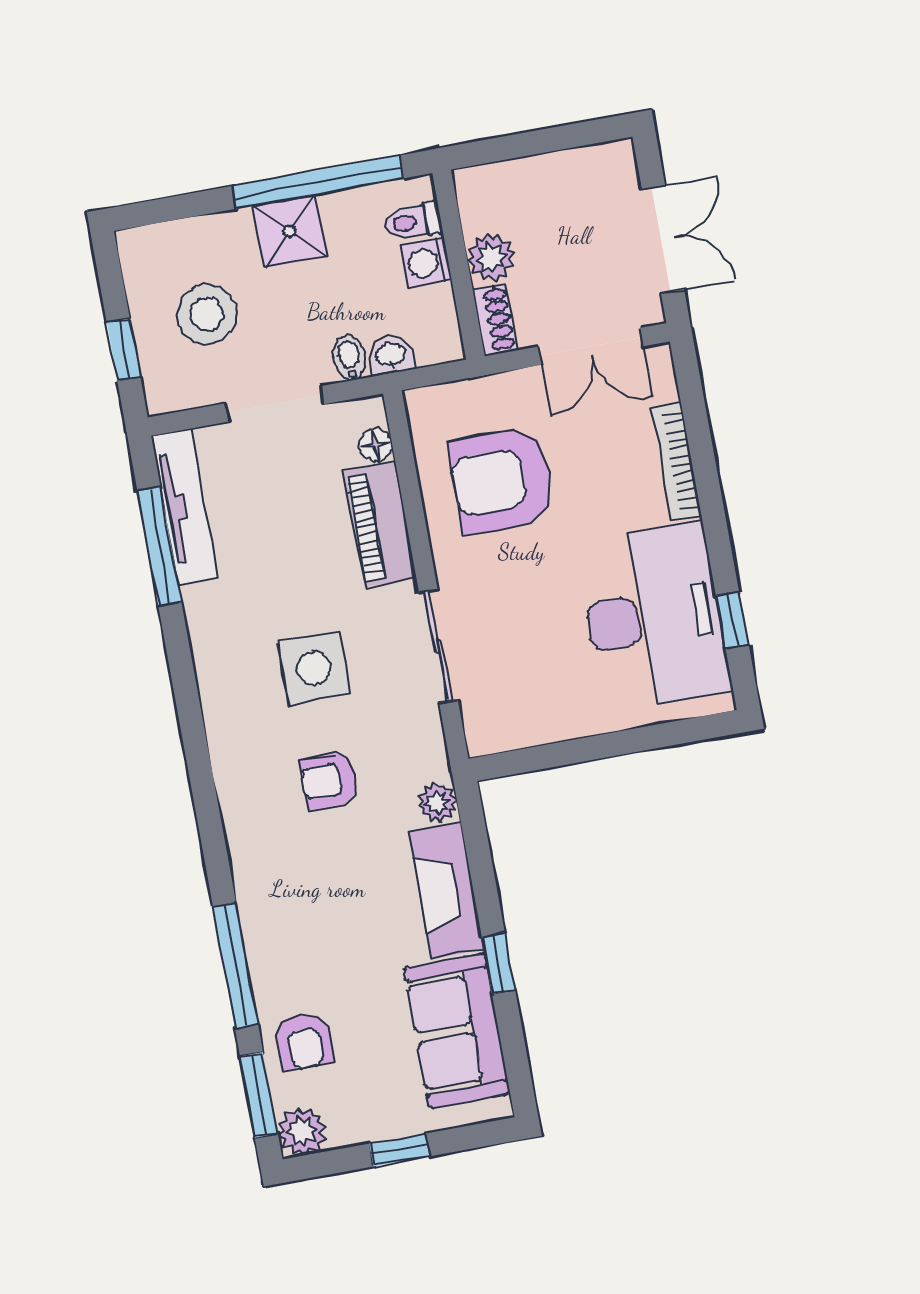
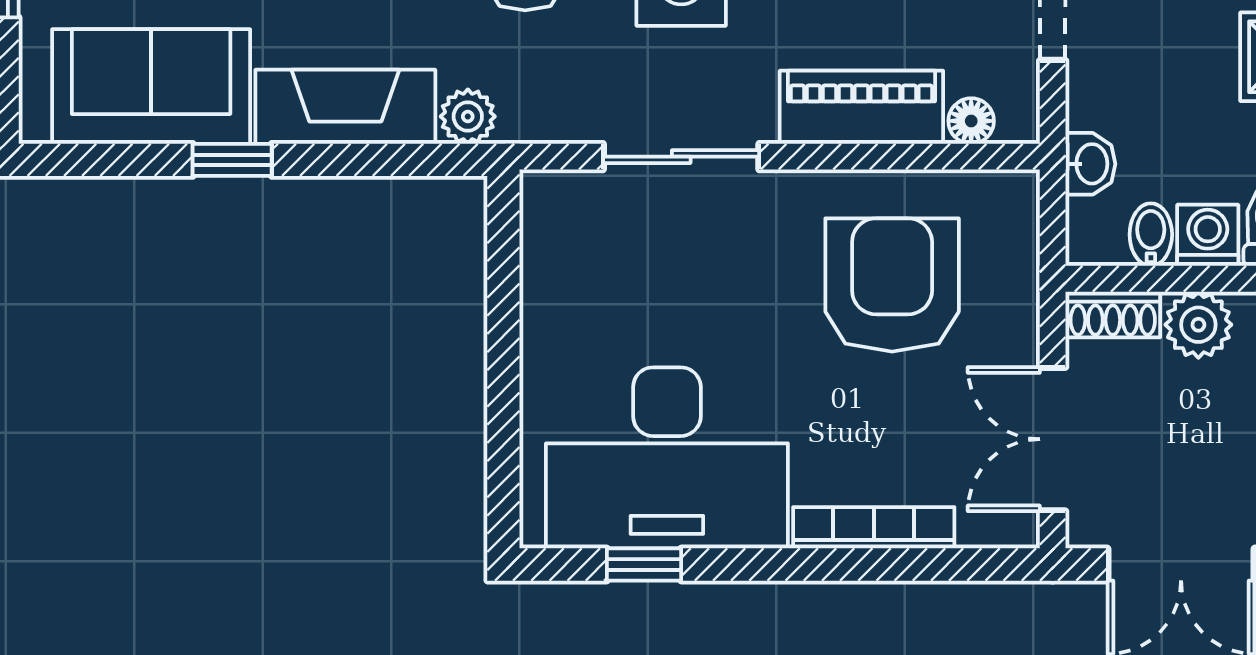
bidet: (349, 358) -> (1151, 235), moved, turned -90

